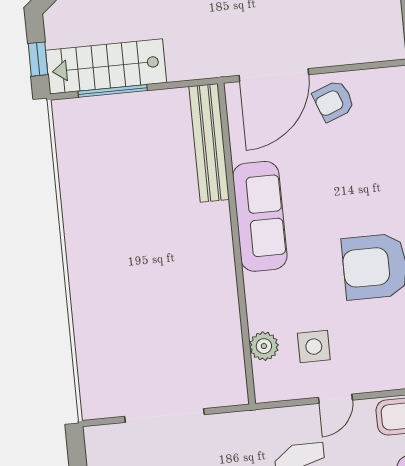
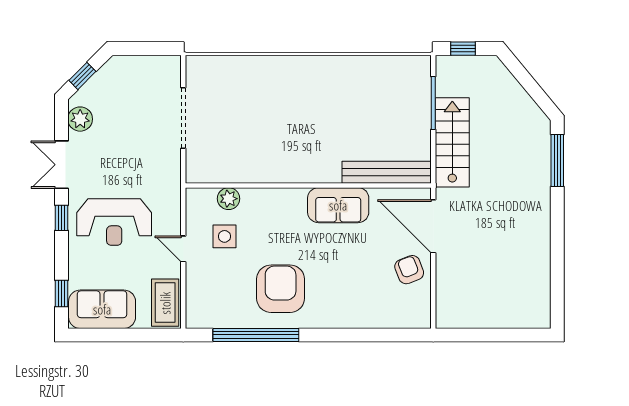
stairs: (106, 66) -> (452, 142), moved
sofa: (260, 216) -> (338, 205), width x0.73

